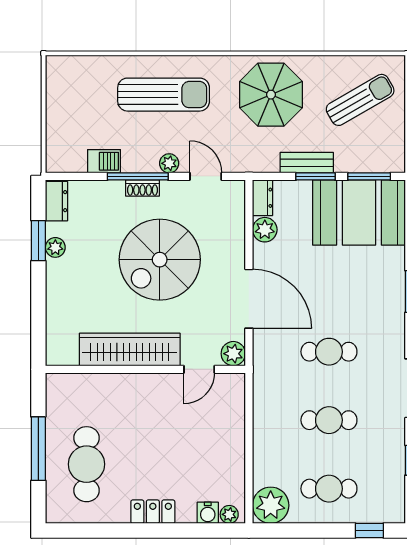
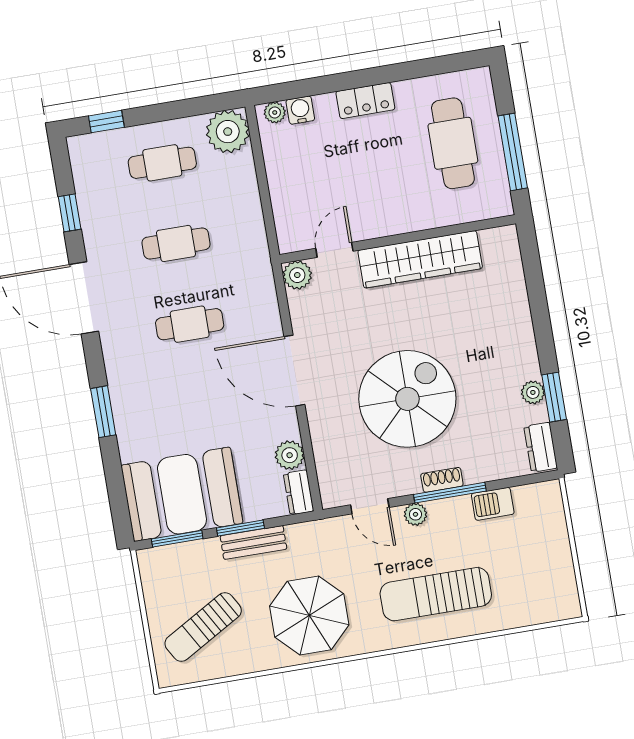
wardrobe: (130, 349) -> (420, 259), moved
plant: (233, 354) -> (297, 275), moved
wall: (145, 369) -> (398, 239), moved
door: (199, 369) -> (334, 250), moved

